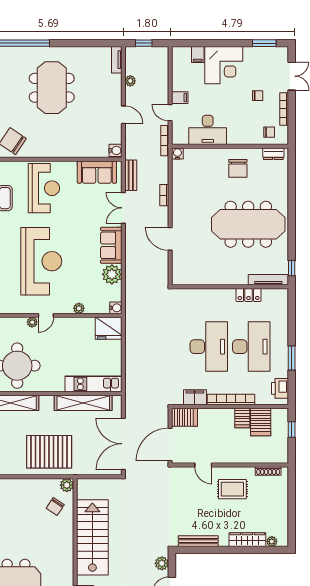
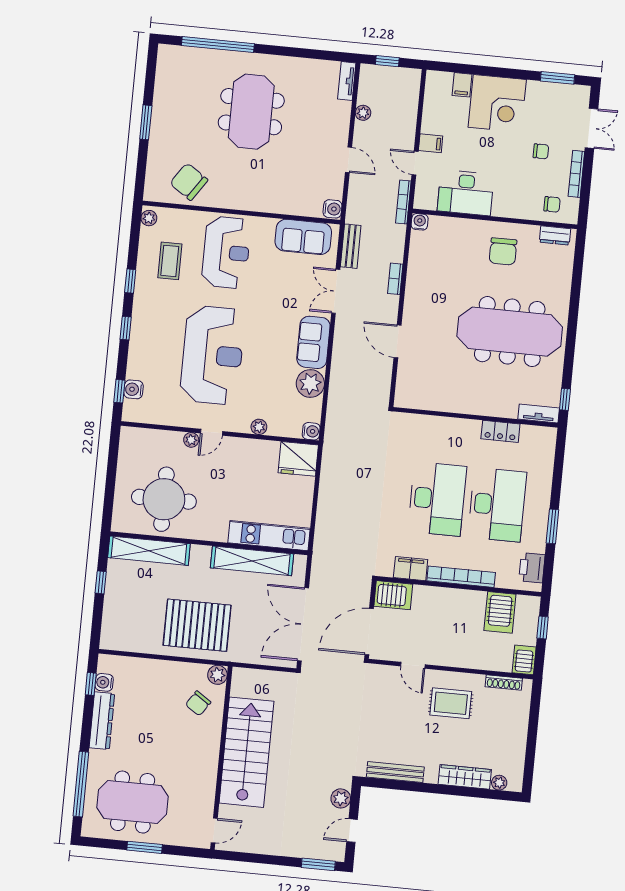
tv unit: (268, 280) -> (539, 414), width x0.71
server rack: (242, 418) -> (524, 660), moved, turned 180

